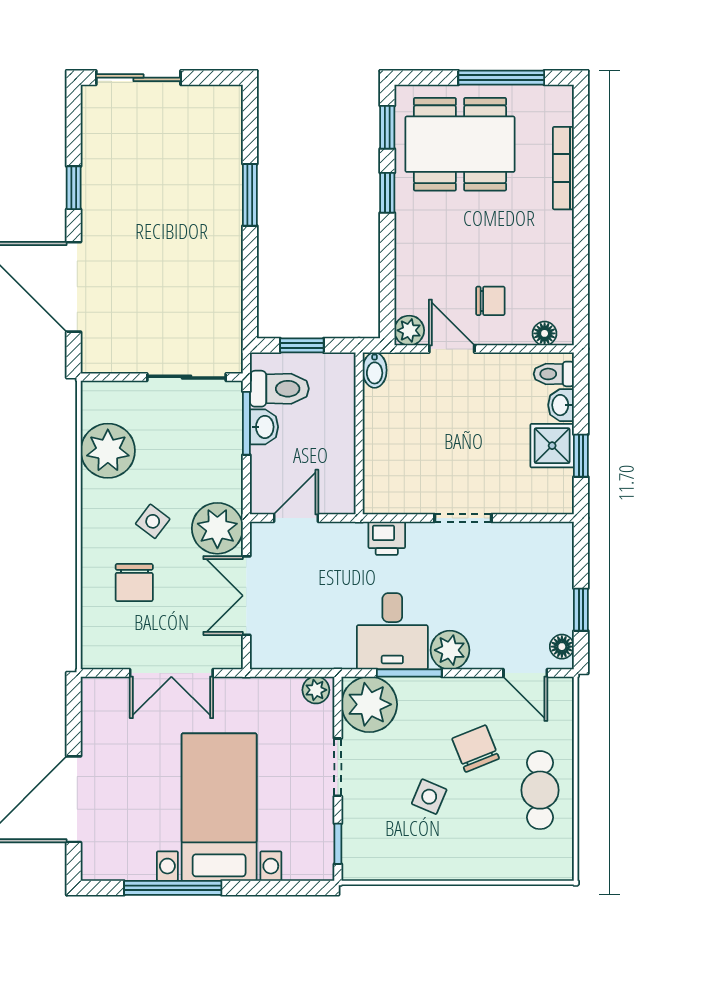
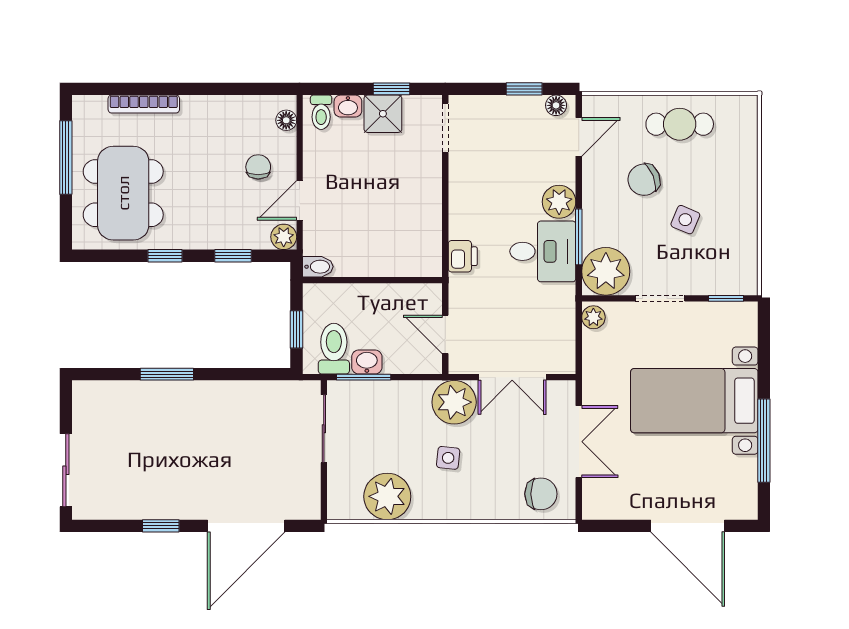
window: (387, 127) -> (233, 256), moved
doorway: (463, 518) -> (445, 128), moved
side table: (153, 521) -> (448, 458), turned -31
chair: (134, 582) -> (541, 494), moved

